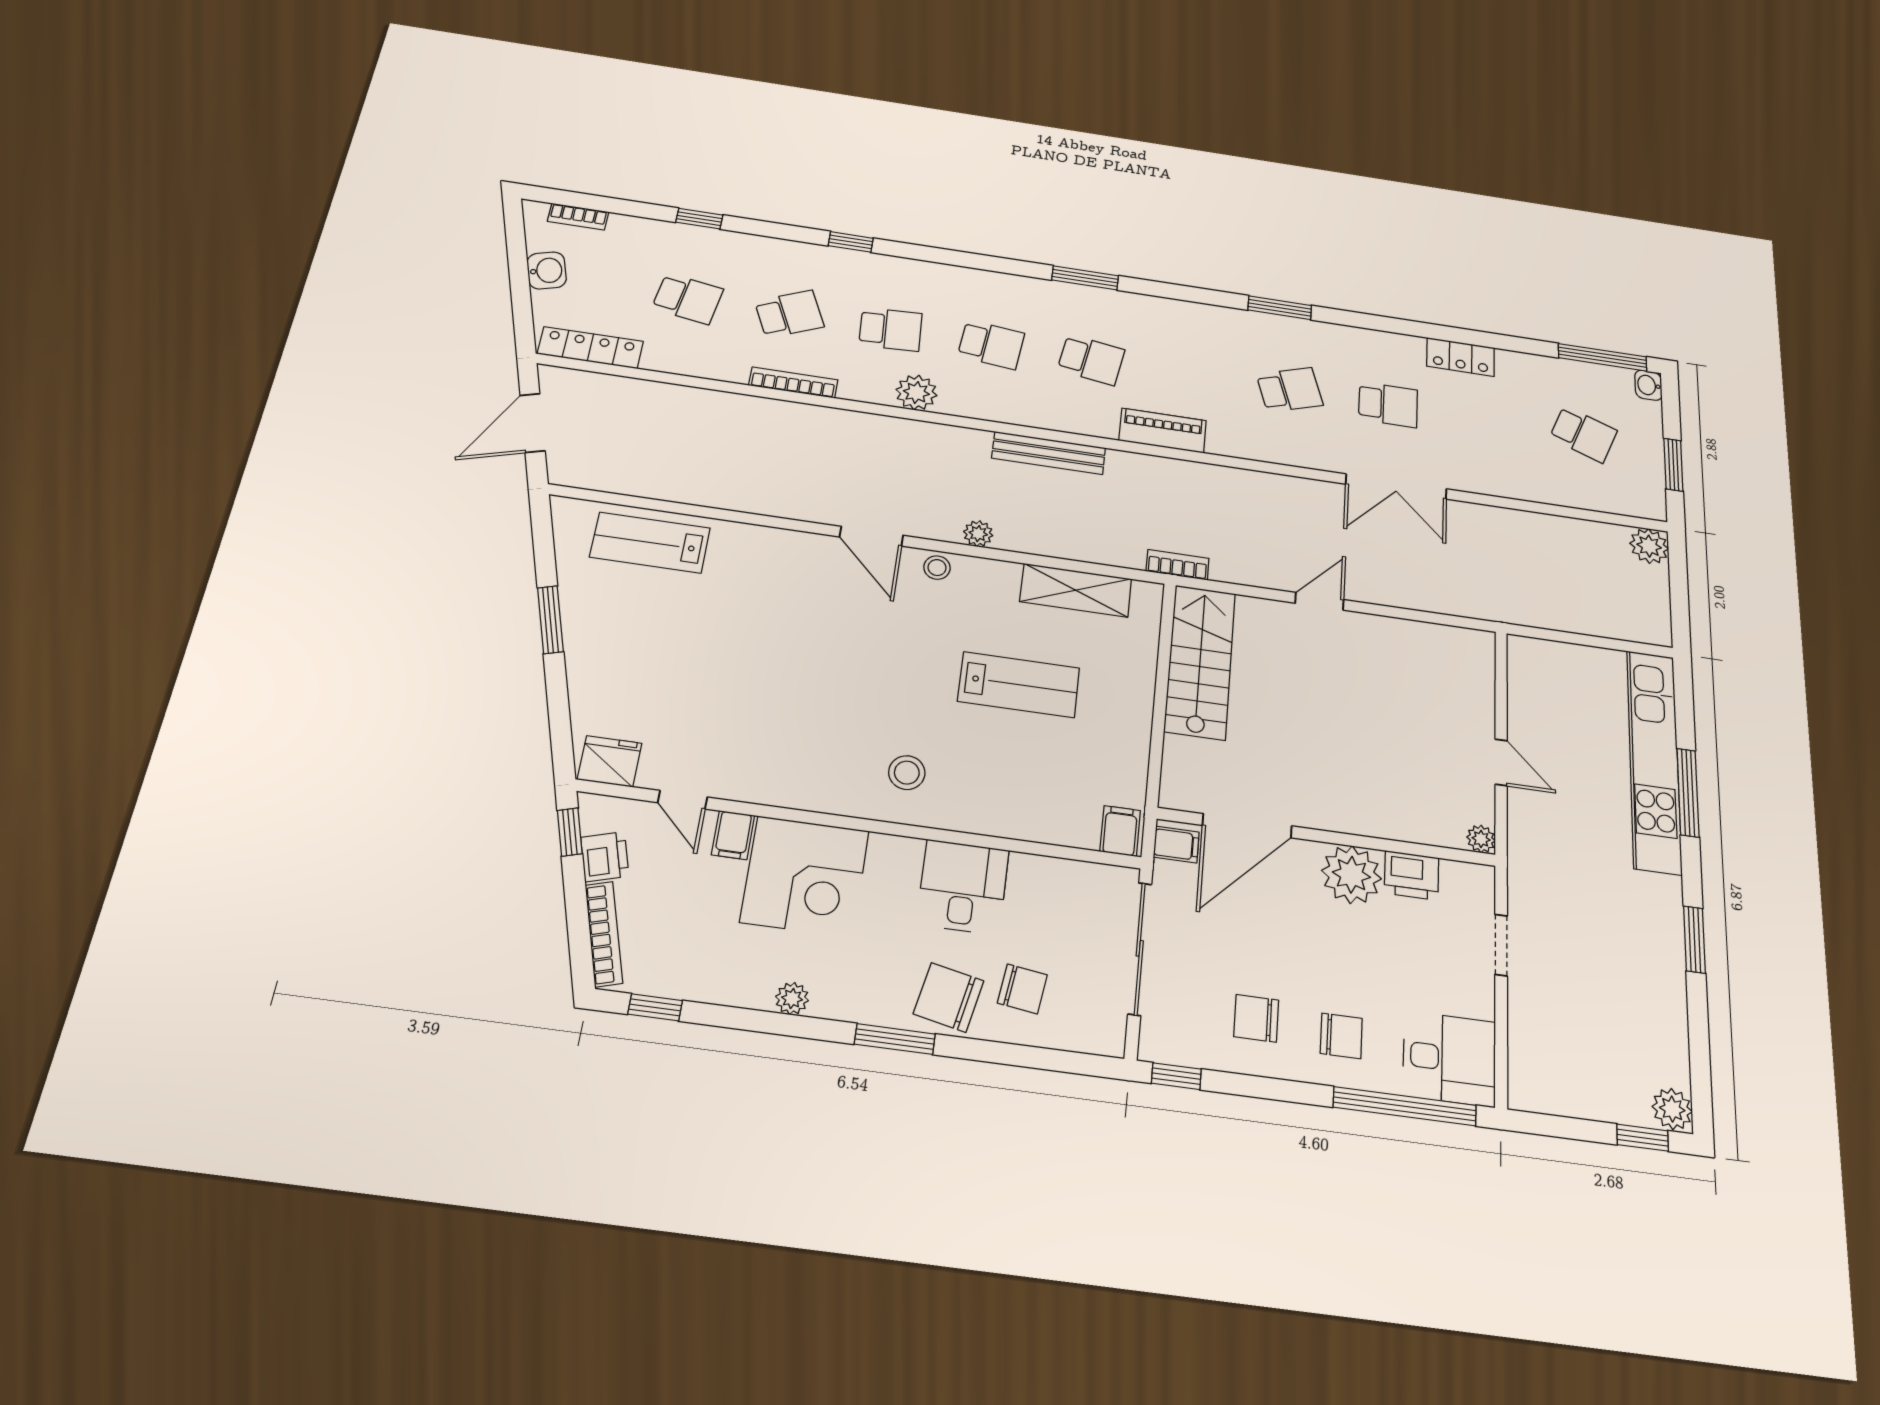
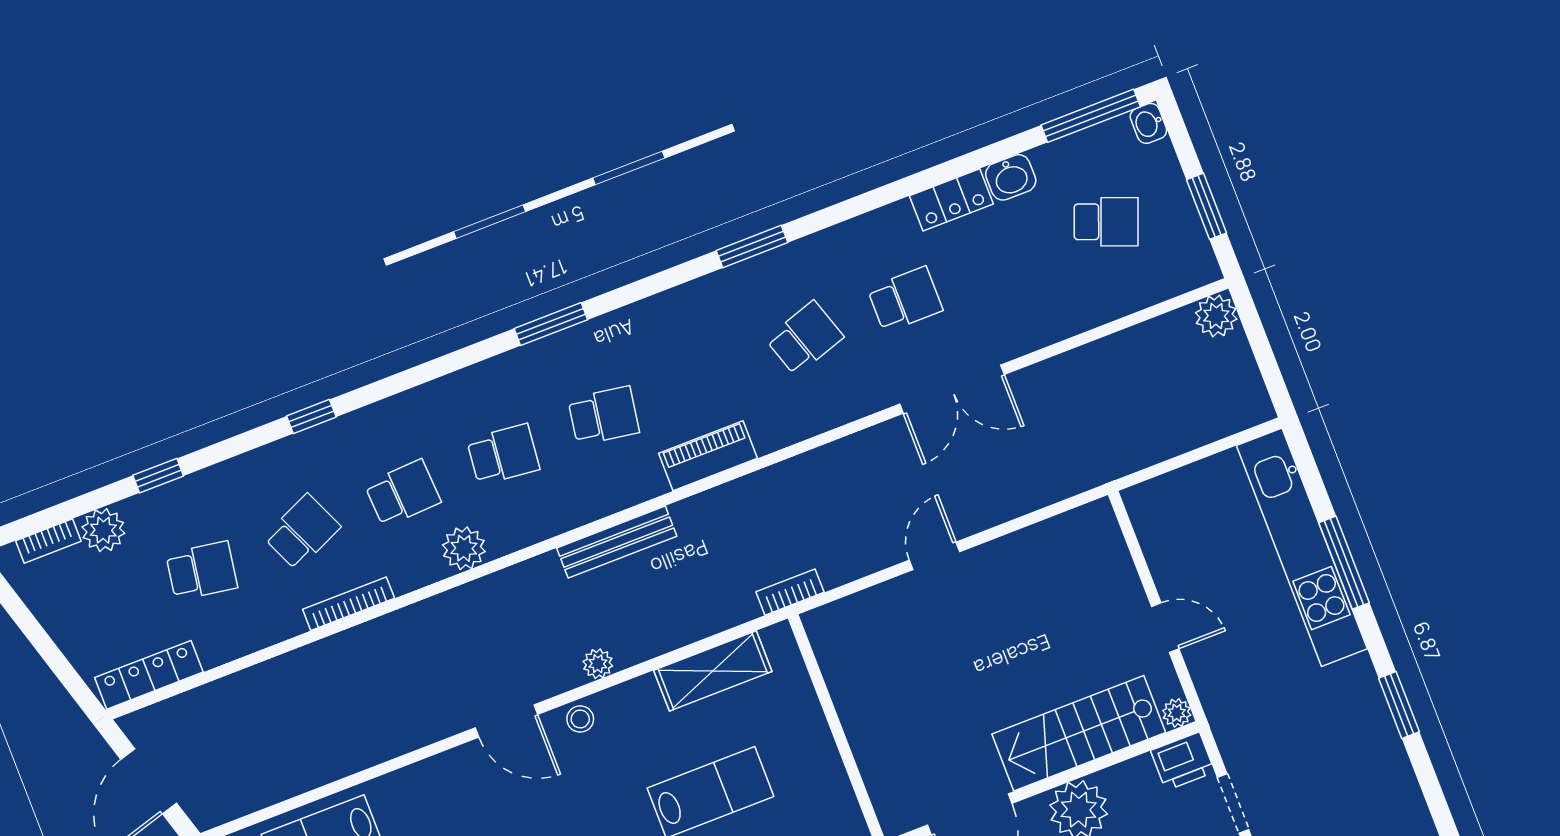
plant: (628, 232) -> (103, 530), added
washbasin: (547, 271) -> (1011, 177), moved, turned 106
stairs: (1200, 662) -> (1079, 733), moved, turned -90
printer: (1412, 875) -> (1183, 761), moved

